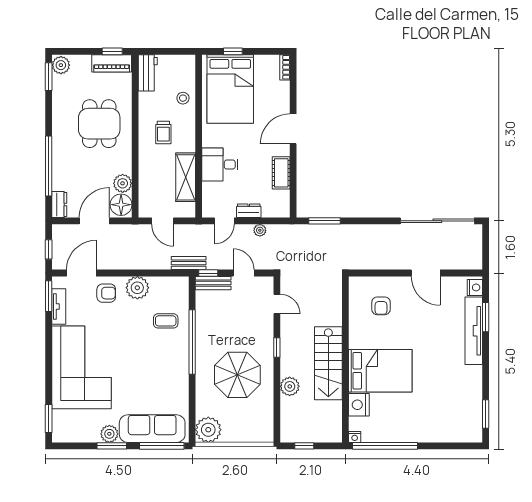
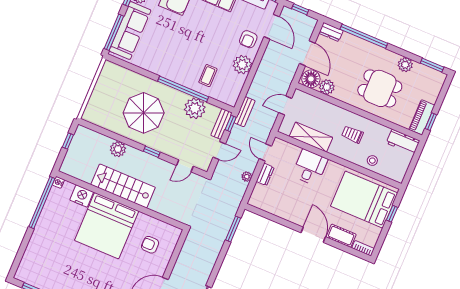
plant: (61, 65) -> (405, 65), moved
cot: (281, 173) -> (341, 236), moved
bed: (380, 371) -> (107, 226), width x1.36
plant: (208, 430) -> (195, 108), moved

